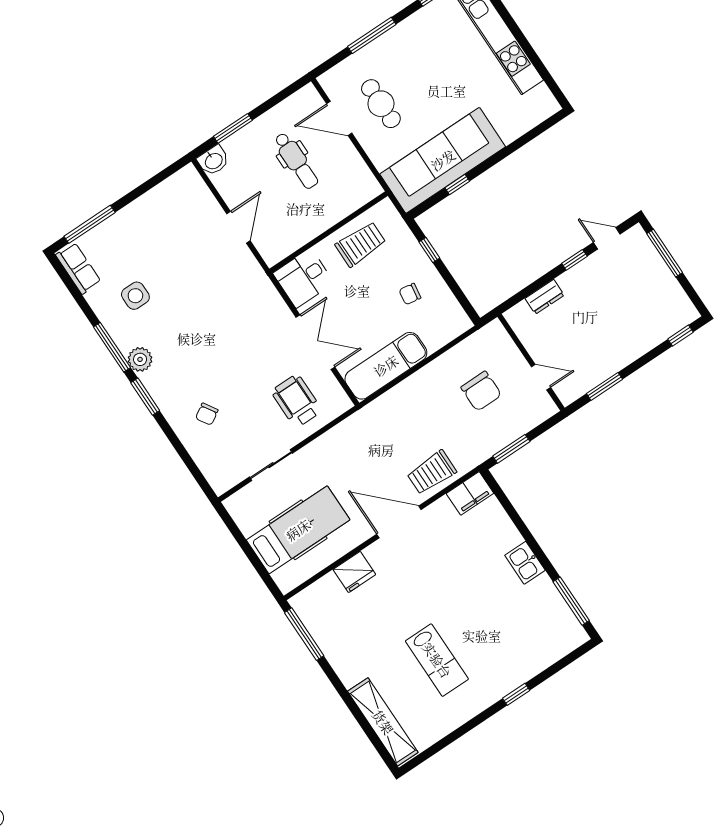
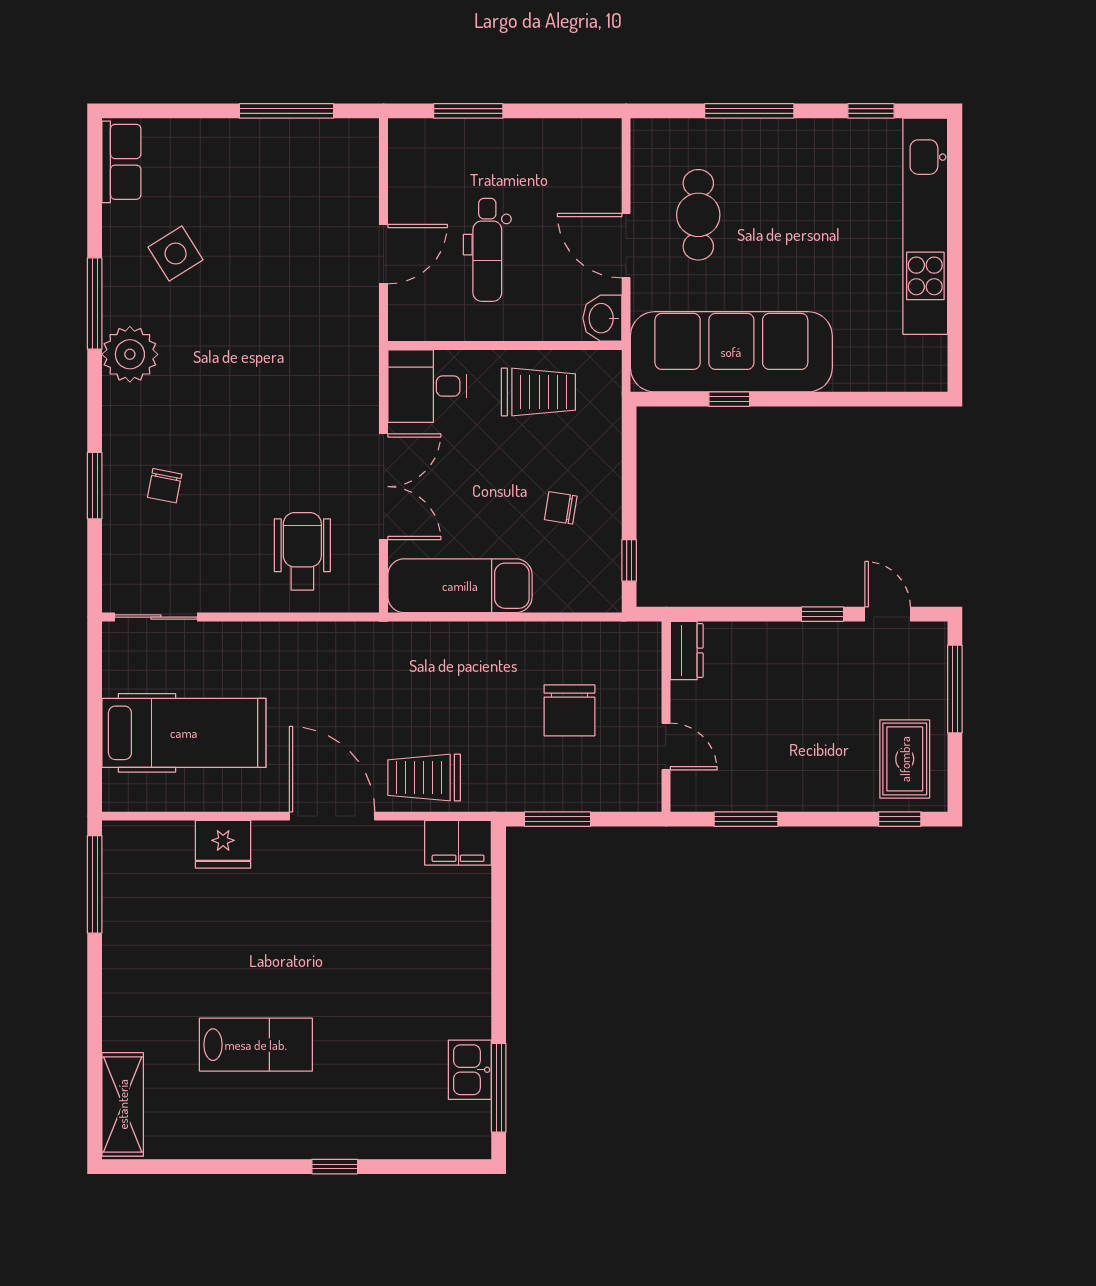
door: (339, 118) -> (626, 246), moved
washbasin: (213, 161) -> (602, 318), moved, turned 90
dental chair: (296, 161) -> (487, 250), moved
window: (90, 224) -> (286, 111), moved
window: (429, 250) -> (629, 560), moved
side table: (135, 296) -> (176, 253), turned -32
dresser: (545, 297) -> (687, 651), moved, turned -90
rug: (663, 304) -> (905, 759), added
plant: (140, 359) -> (130, 354), width x1.36, depth x1.36
window: (145, 397) -> (95, 486), moved
chair: (207, 414) -> (165, 486), turned -47
sliding door: (271, 465) -> (156, 617), moved
kitchen sink: (525, 563) -> (470, 1070), moved
lab bench: (437, 660) -> (256, 1045), turned -90
shelving: (383, 722) -> (123, 1104), width x0.68

